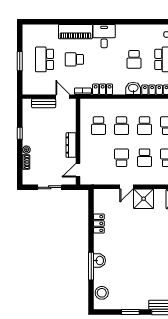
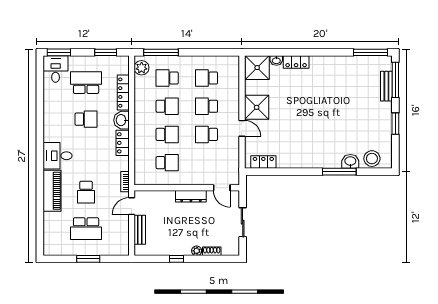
locker: (103, 89) -> (123, 143), moved
school desk: (145, 158) -> (206, 106), turned 180
locker: (99, 224) -> (263, 162), moved
washbasin: (99, 261) -> (350, 161), moved

